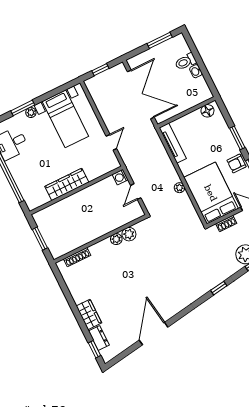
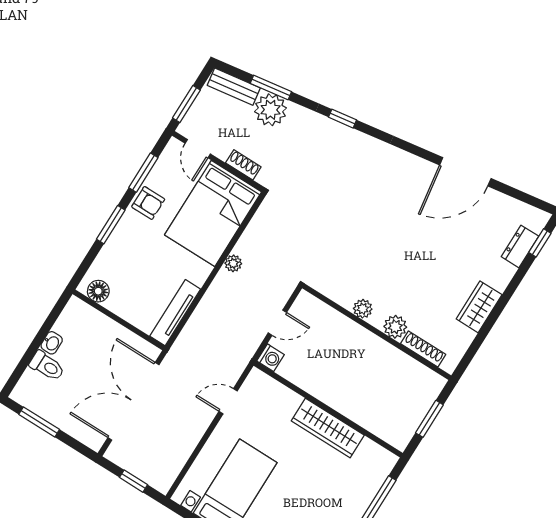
plant: (129, 234) -> (395, 327), moved
wardrobe: (89, 314) -> (479, 307), moved

